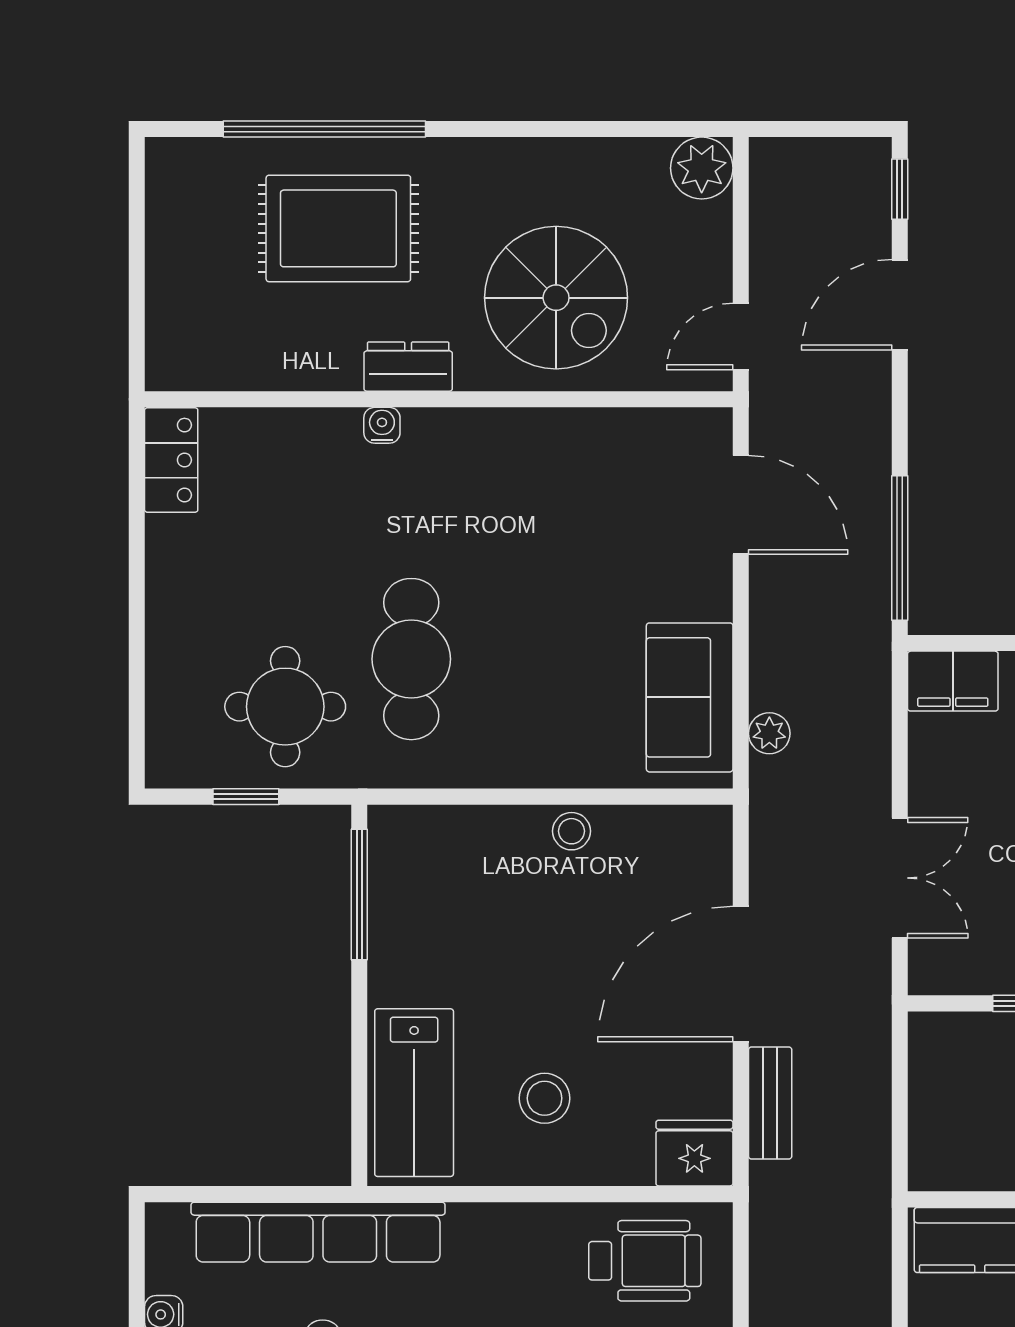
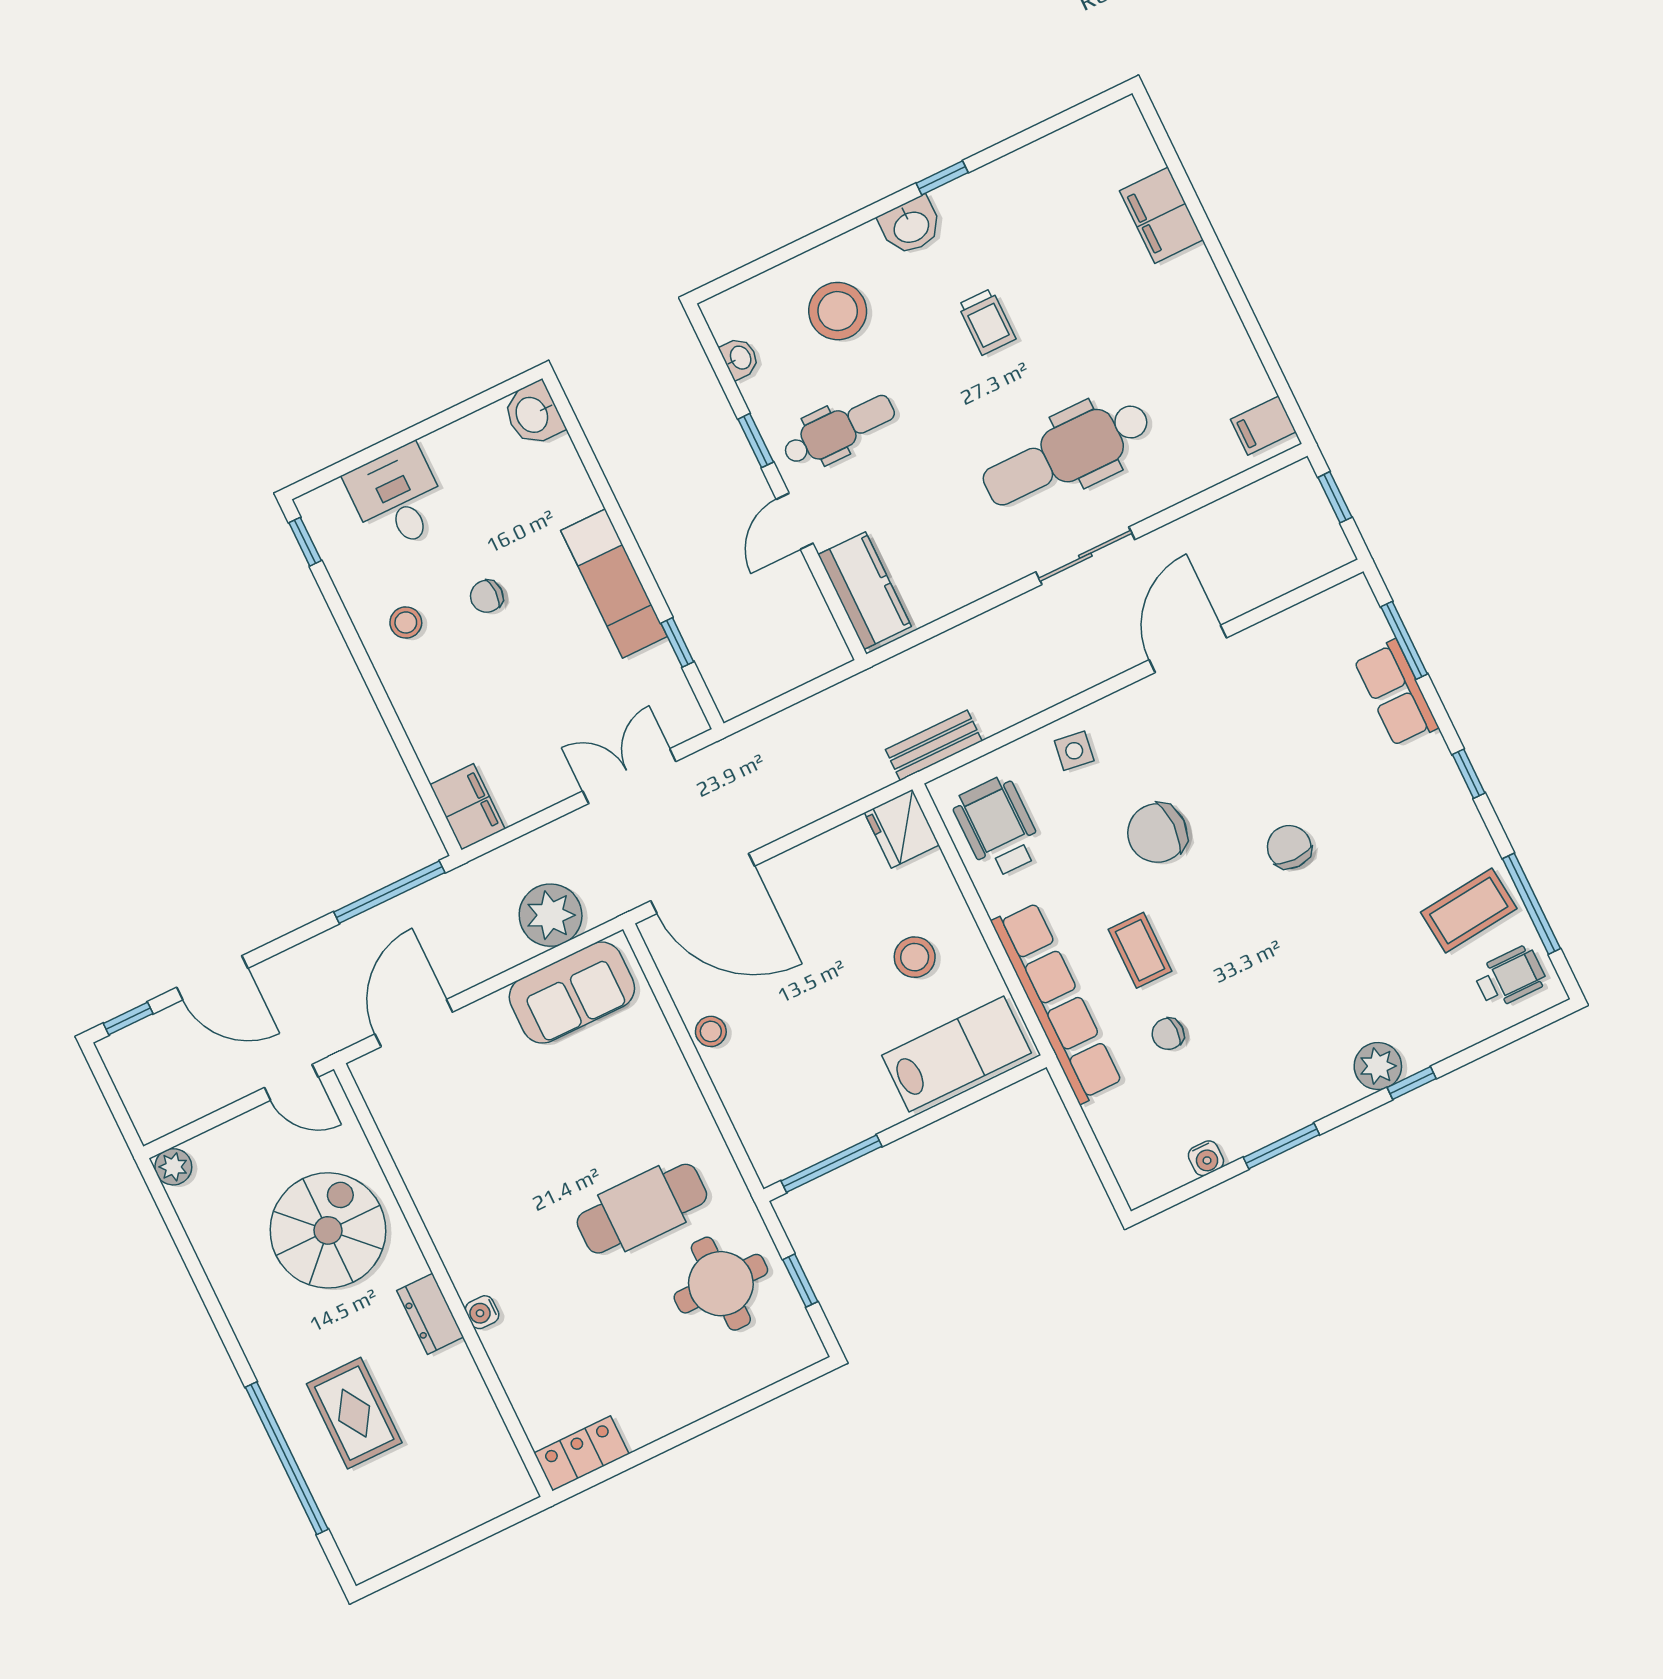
plant: (702, 168) -> (173, 1167), width x0.73, depth x0.73
rug: (338, 228) -> (354, 1413), width x0.73, depth x0.70
plant: (769, 733) -> (551, 915), width x1.87, depth x1.87
door: (741, 974) -> (703, 883), moved
bench: (770, 1103) -> (934, 745), moved
row of seats: (318, 1232) -> (1057, 1002), moved

